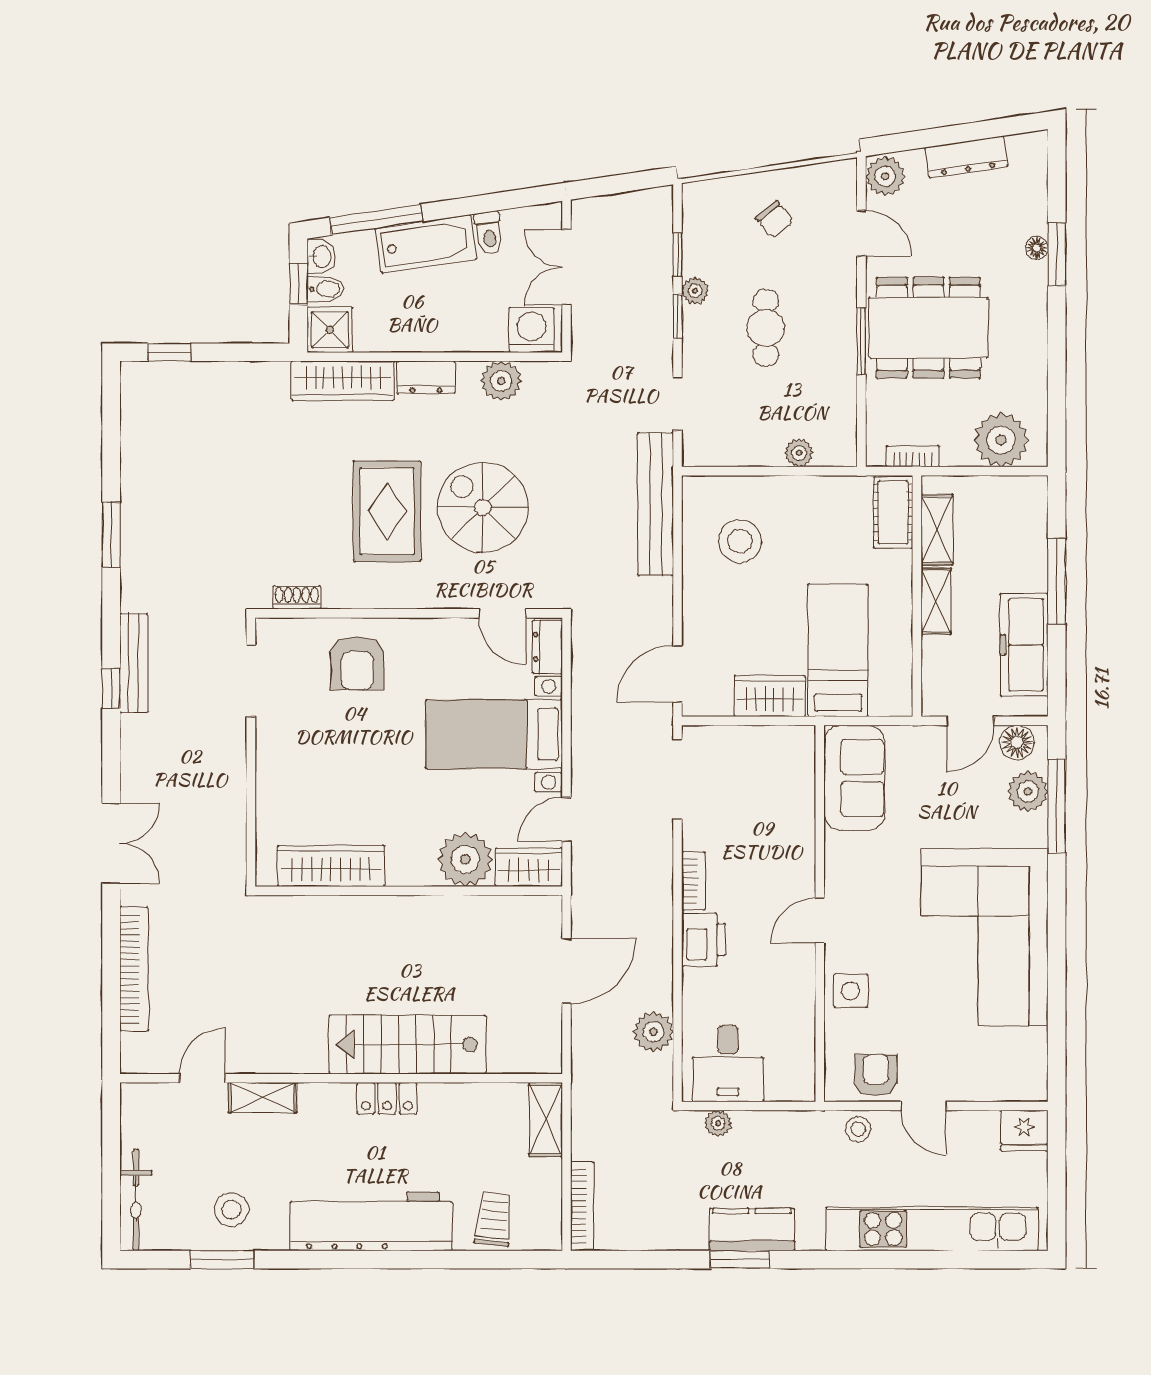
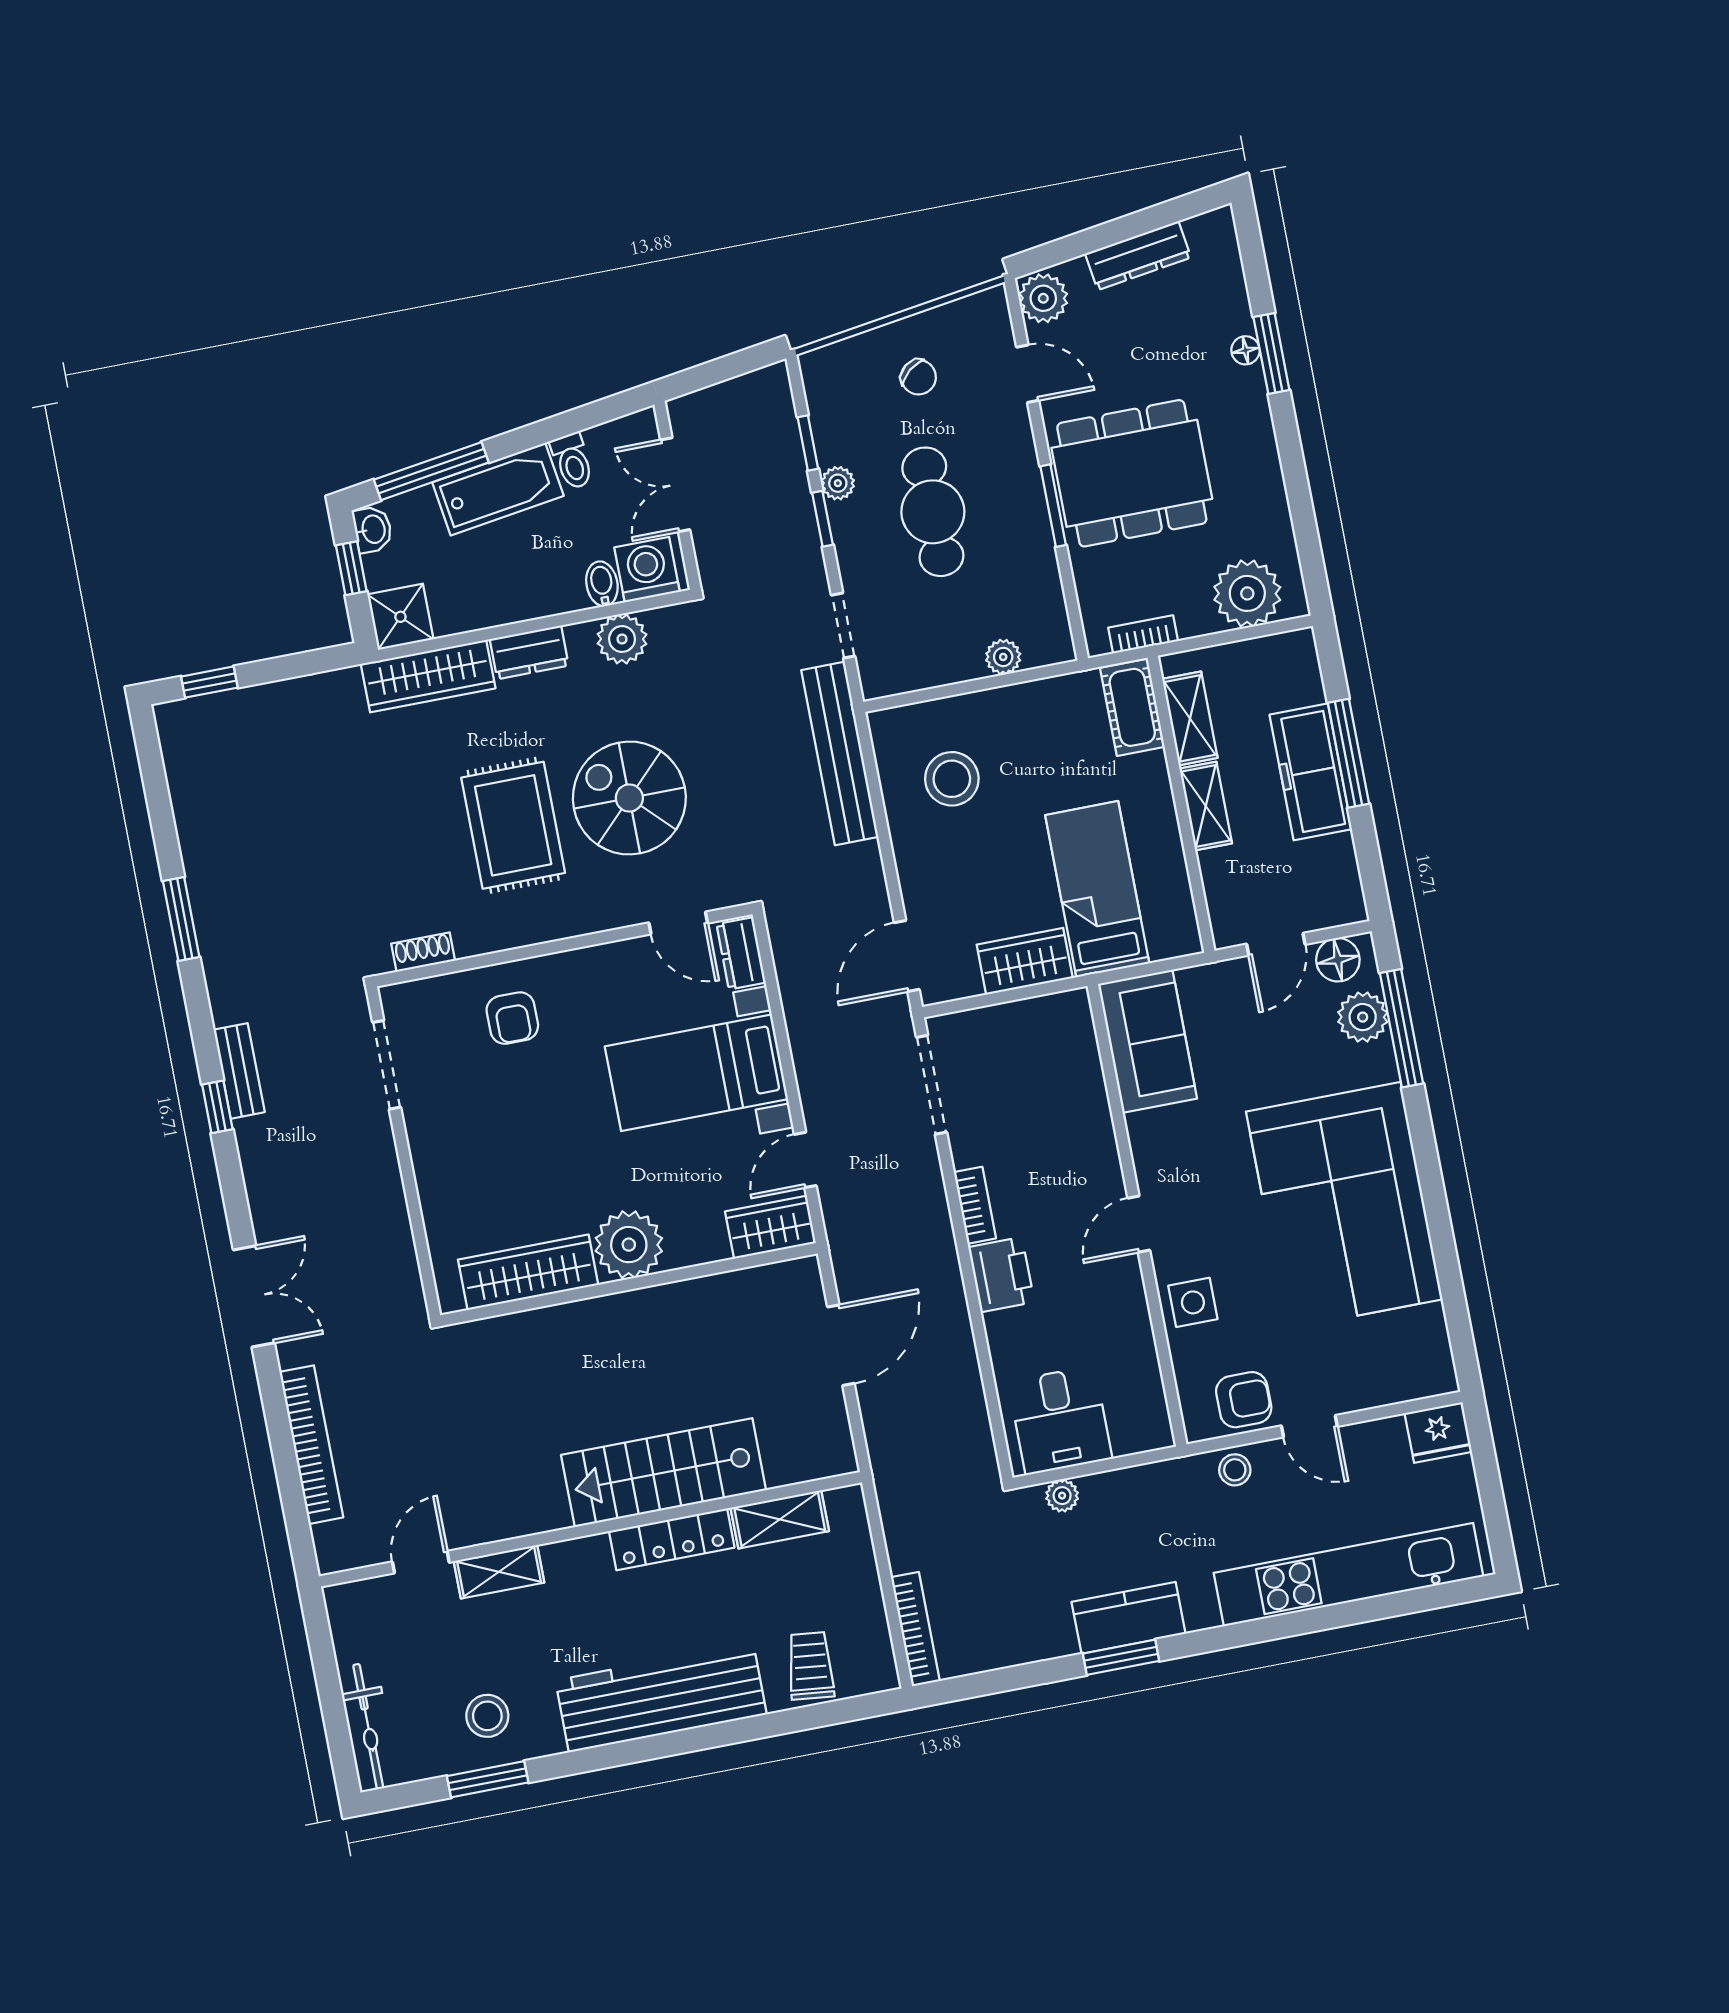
bidet: (325, 289) -> (602, 584), moved, turned -90
cafe table: (766, 328) -> (933, 512), width x1.37, depth x1.35
freezer: (1024, 645) -> (1311, 772), moved
bench: (134, 663) -> (239, 1071), width x0.73
armchair: (357, 663) -> (512, 1018), width x0.72, depth x0.72
plant: (465, 859) -> (629, 1245), moved
plant: (653, 1032) -> (961, 1399), removed
armchair: (876, 1075) -> (1244, 1400), turned 90
locker: (387, 1098) -> (672, 1539), width x1.53
shelving: (546, 1119) -> (780, 1519), moved, turned 90

